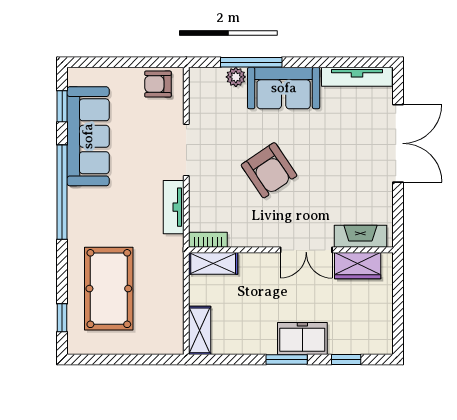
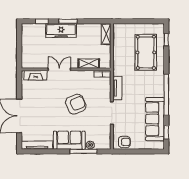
armchair: (269, 170) -> (76, 104), turned 101
shelving: (213, 263) -> (89, 63), moved
wardrobe: (358, 266) -> (37, 62), removed
freezer: (302, 338) -> (61, 31), width x1.40

